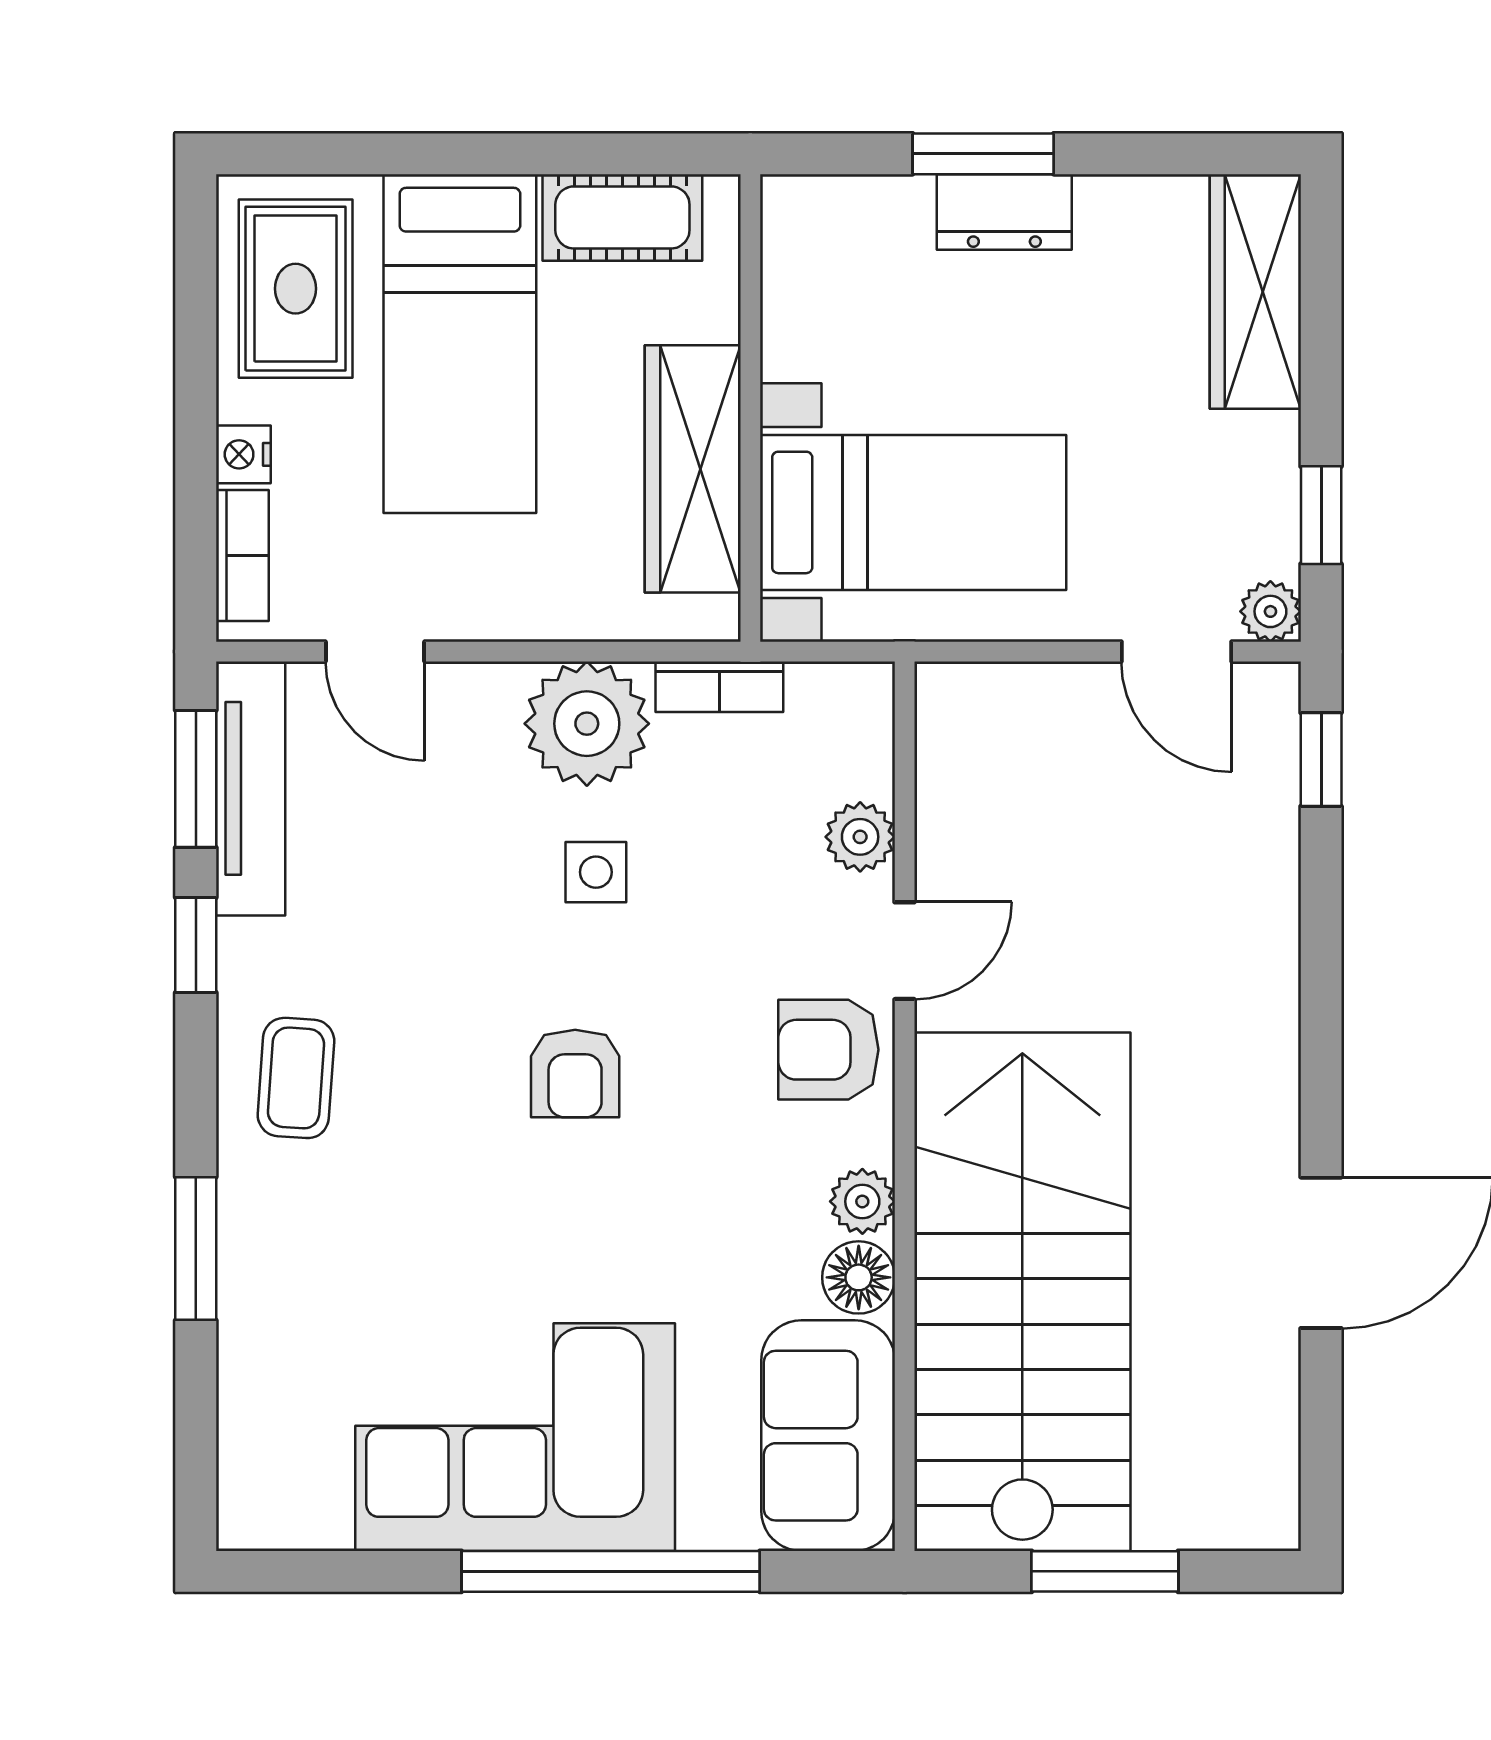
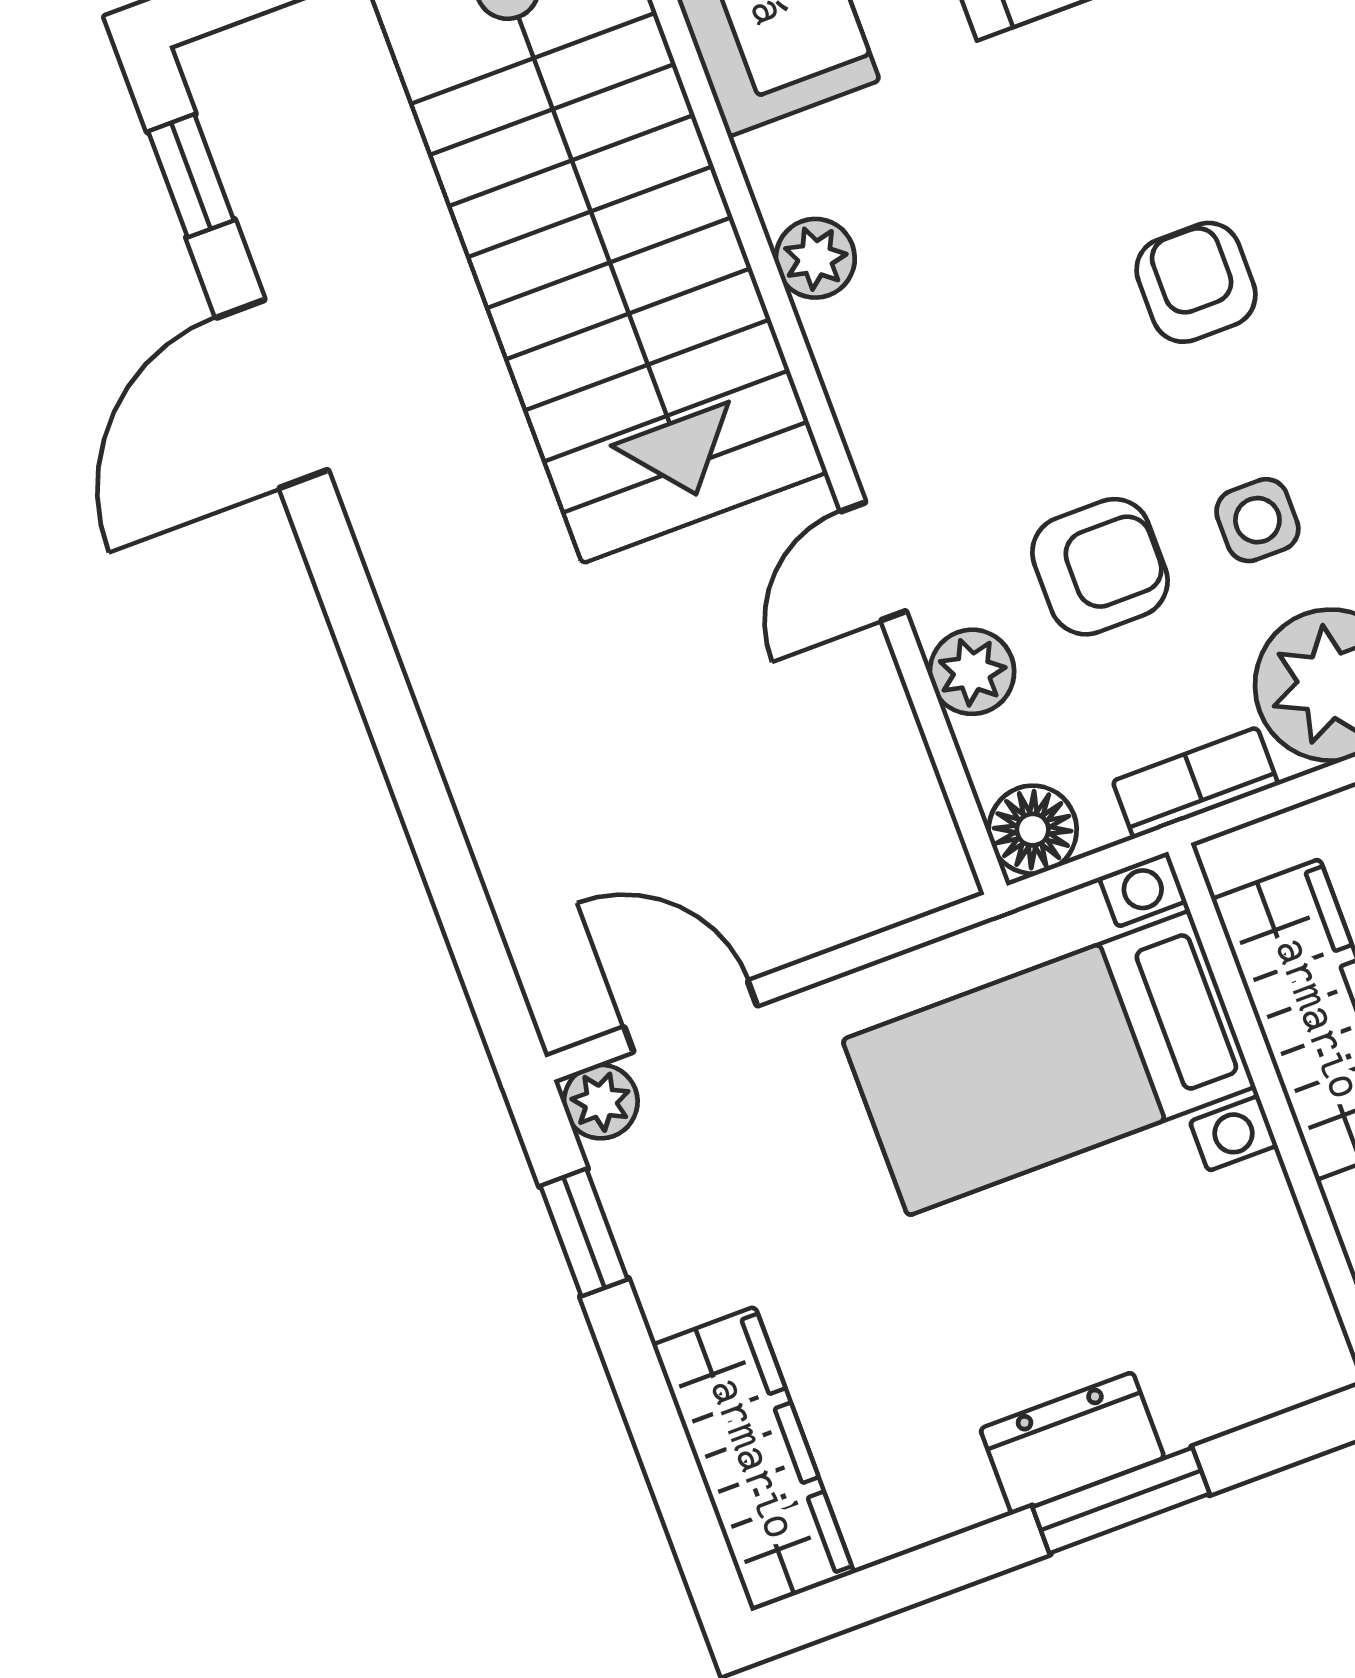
window: (1321, 759) -> (191, 176), moved
armchair: (828, 1050) -> (1100, 567), moved
floor lamp: (859, 1277) -> (1033, 830), moved

